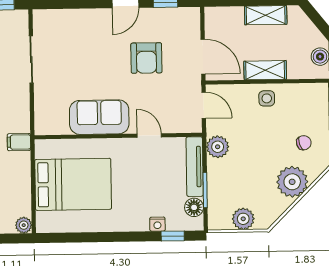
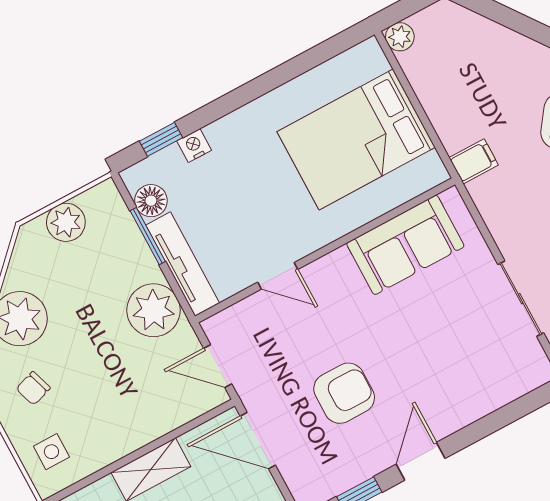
armchair: (146, 58) -> (344, 393), turned 90
side table: (267, 98) -> (51, 452), moved
sofa: (99, 117) -> (405, 245), moved
plant: (218, 147) -> (153, 310), width x1.36, depth x1.36

